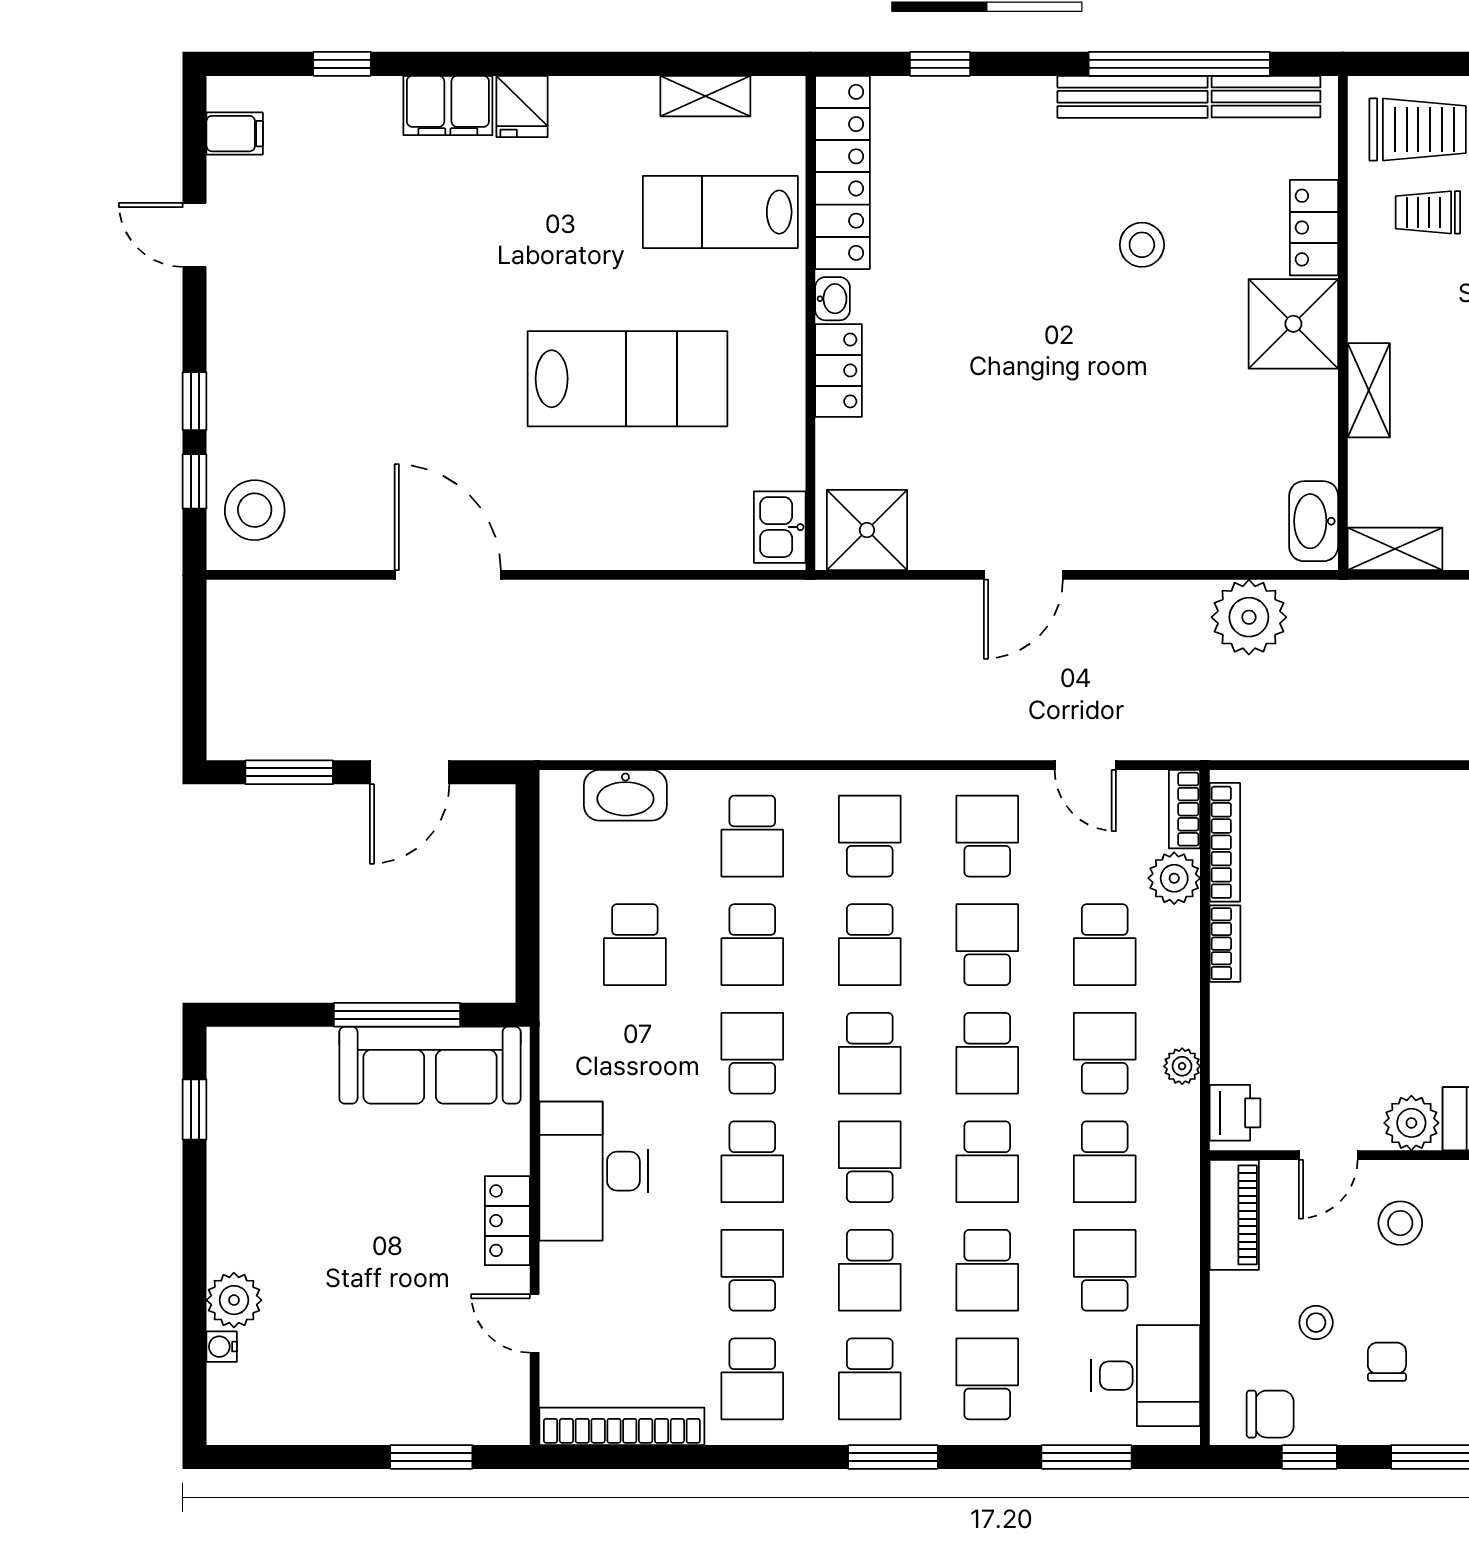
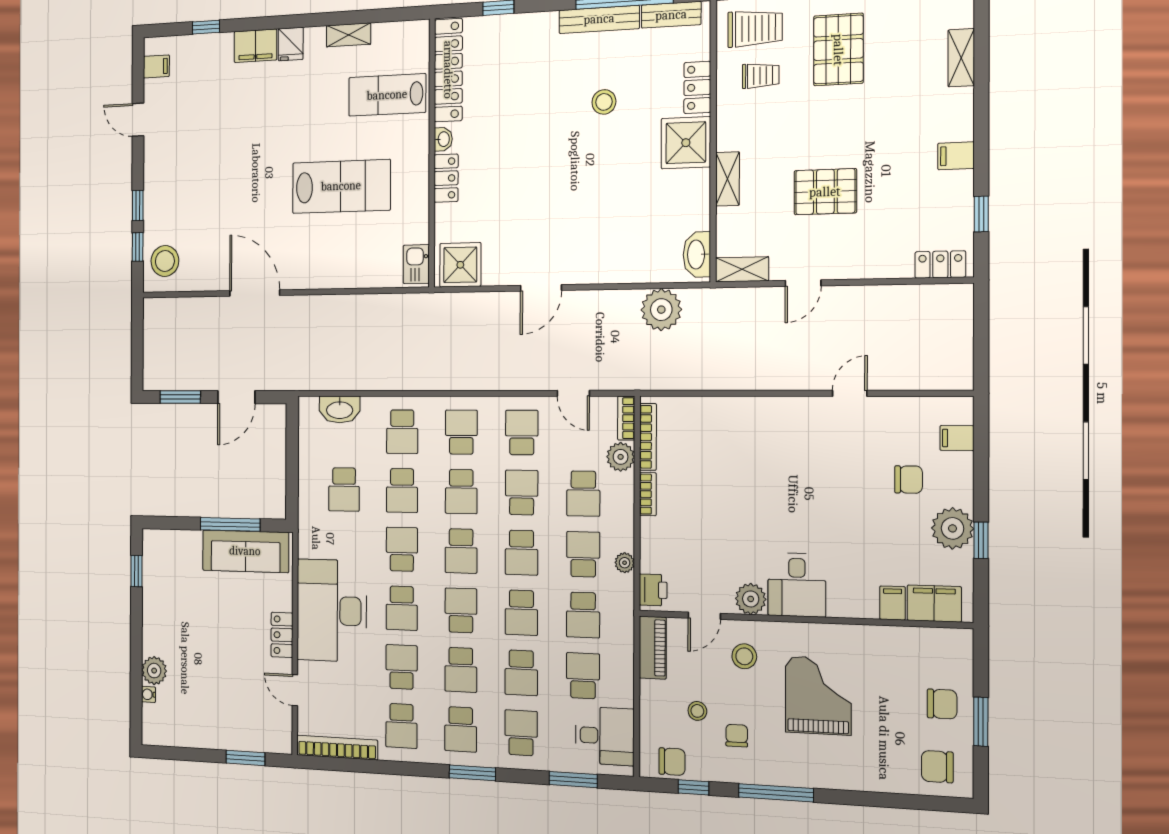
shelving: (705, 96) -> (349, 35), moved
trolley: (1428, 212) -> (761, 76), turned 180
desk: (594, 1171) -> (332, 611), width x1.36, depth x1.30

